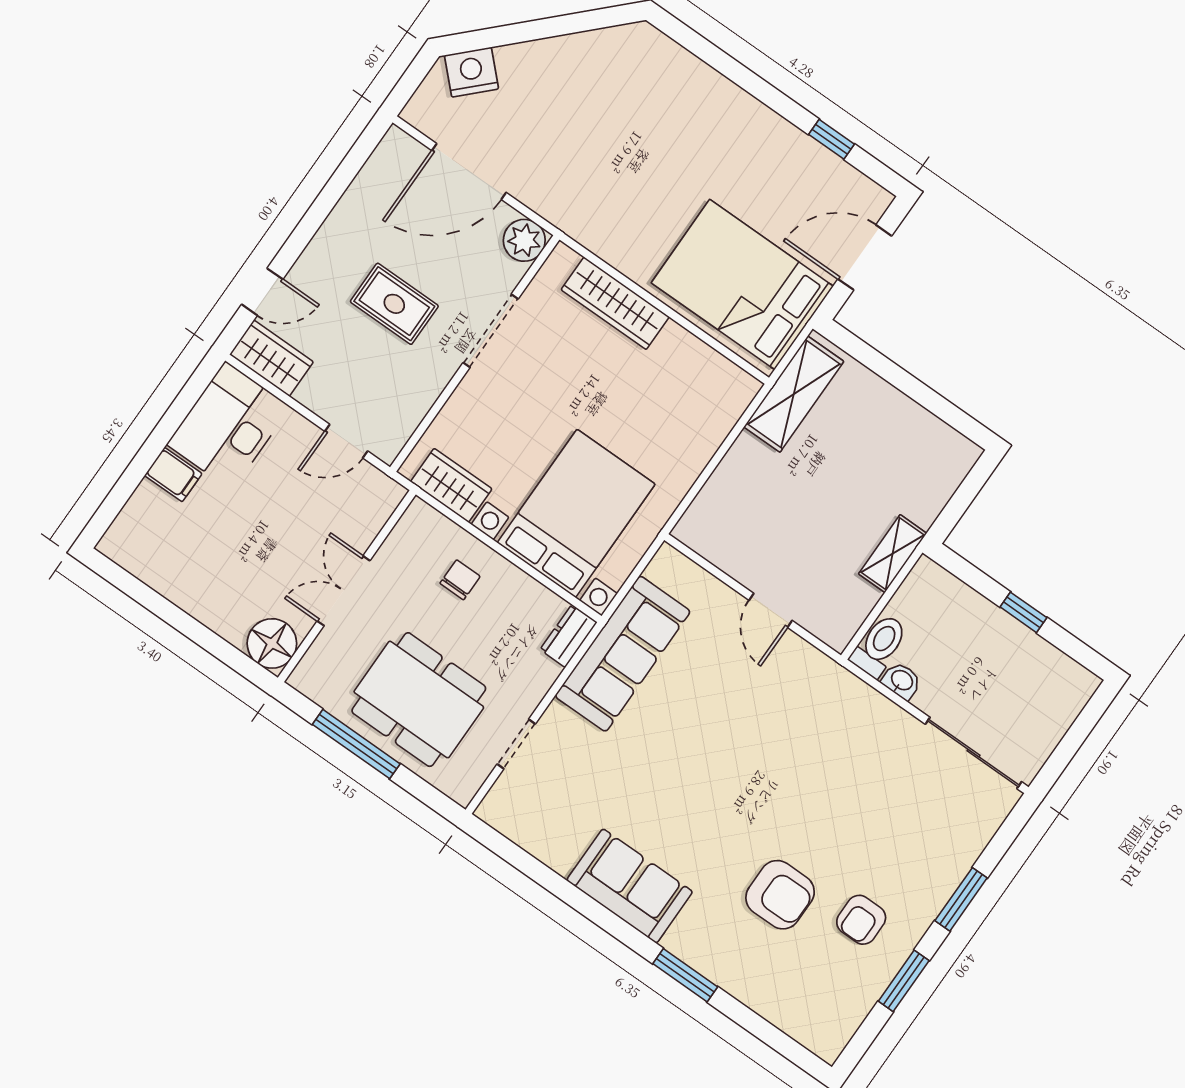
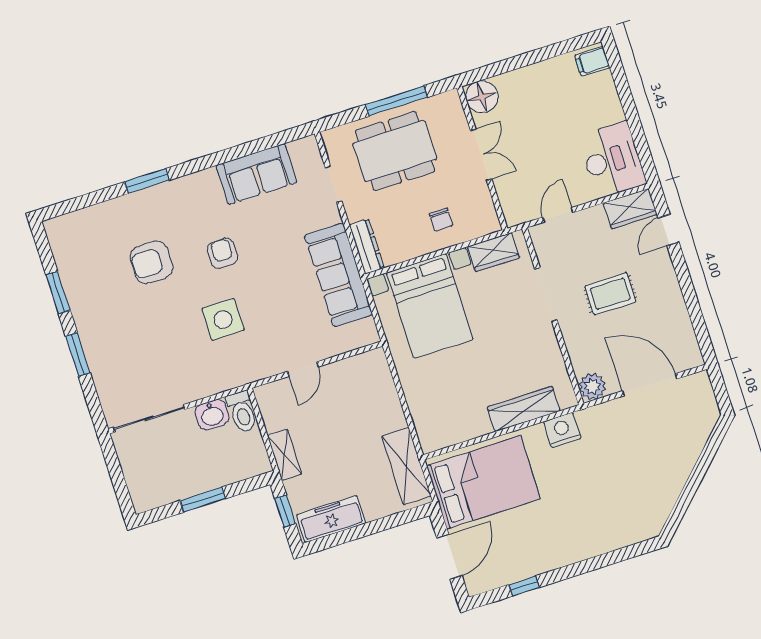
nightstand: (471, 72) -> (562, 430), moved, turned -135
door: (469, 171) -> (650, 385), hinge flipped
doorway: (491, 331) -> (546, 294), moved
freezer: (928, 437) -> (331, 519), added
filing cabinet: (173, 475) -> (592, 61), moved
window: (961, 501) -> (285, 511), added
door: (771, 610) -> (303, 369), swing flipped
window: (1023, 612) -> (203, 500), width x1.50
dresser: (569, 636) -> (367, 246), width x1.44
washbasin: (902, 681) -> (212, 415), width x1.38, depth x1.45
side table: (784, 754) -> (223, 319), added
sofa: (630, 886) -> (256, 174), moved
armchair: (861, 920) -> (222, 253), moved

